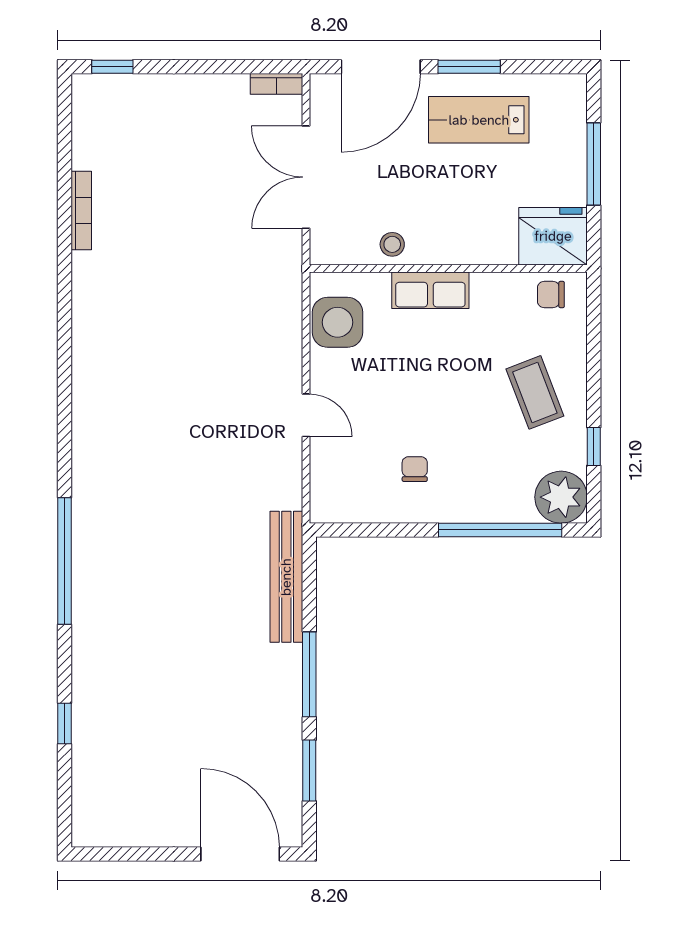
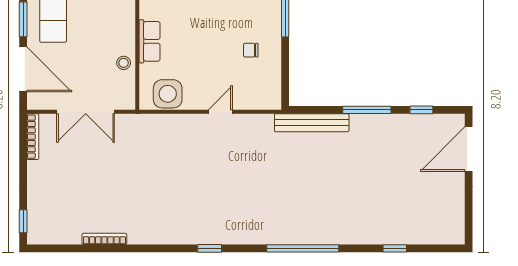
bookcase: (277, 84) -> (33, 137), width x1.56
window: (65, 396) -> (210, 248), added
window: (309, 770) -> (421, 110), width x0.67

